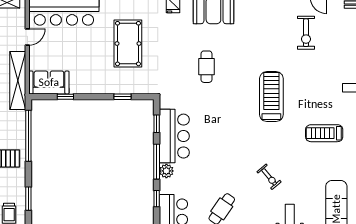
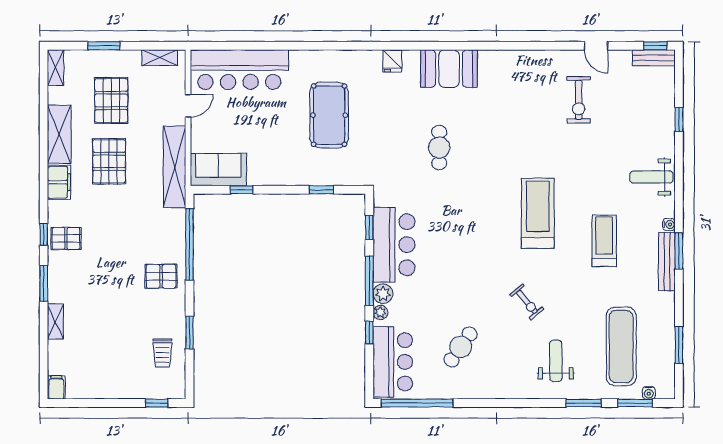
treadmill: (271, 97) -> (538, 213), moved
treadmill: (324, 133) -> (604, 241), turned 90
plant: (165, 184) -> (380, 312), added

